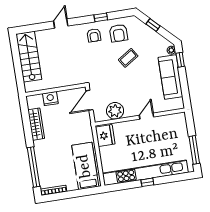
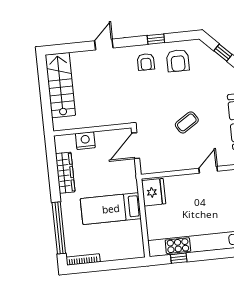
coffee table: (128, 58) -> (187, 122), moved
plant: (115, 111) -> (168, 161), removed
bed: (85, 166) -> (111, 209), moved, turned -90
window: (147, 182) -> (179, 258), moved

